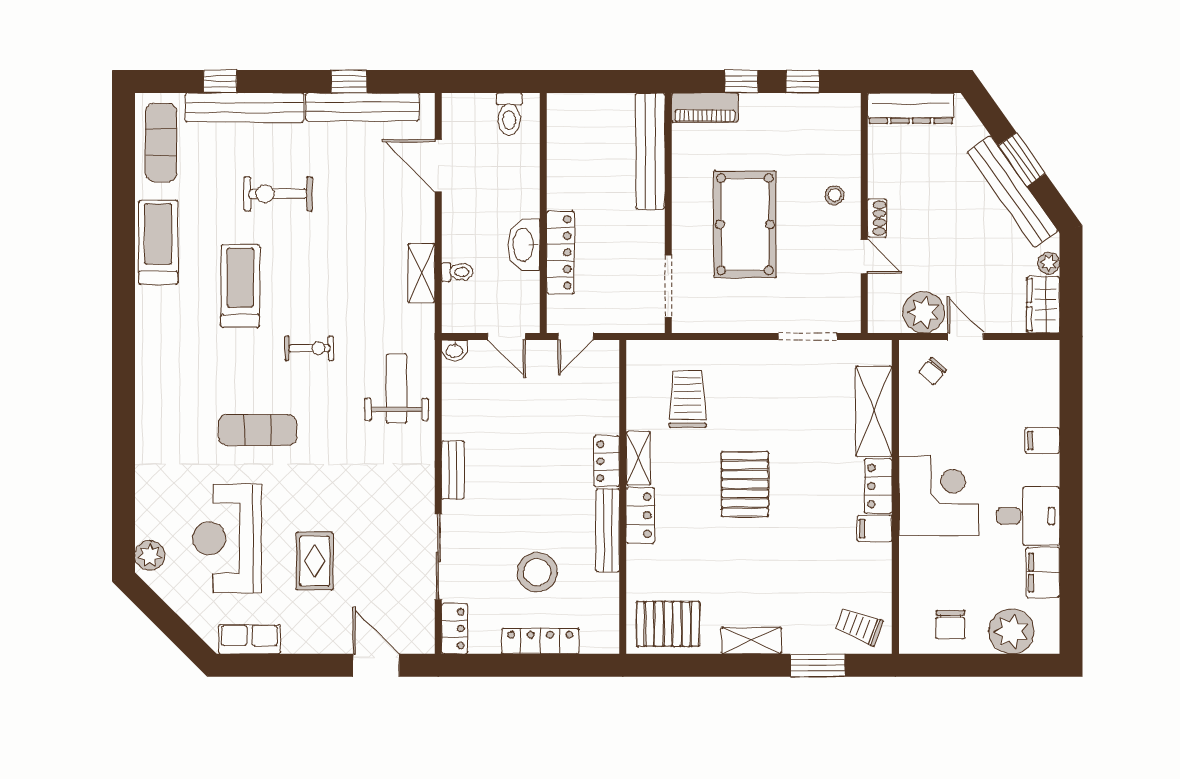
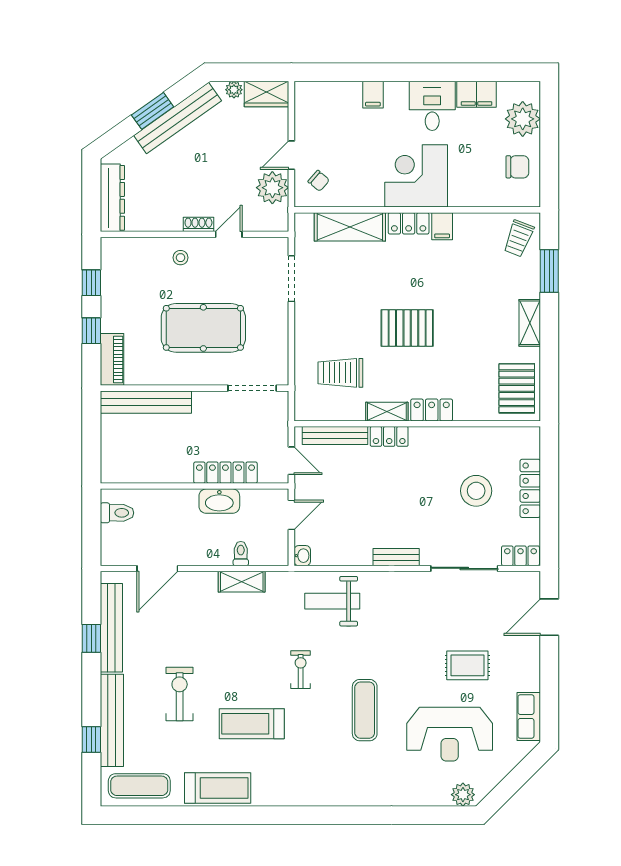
exercise bike: (278, 194) -> (180, 694), turned 180
treadmill: (158, 242) -> (218, 788), turned 180
bench: (608, 530) -> (335, 436), moved

